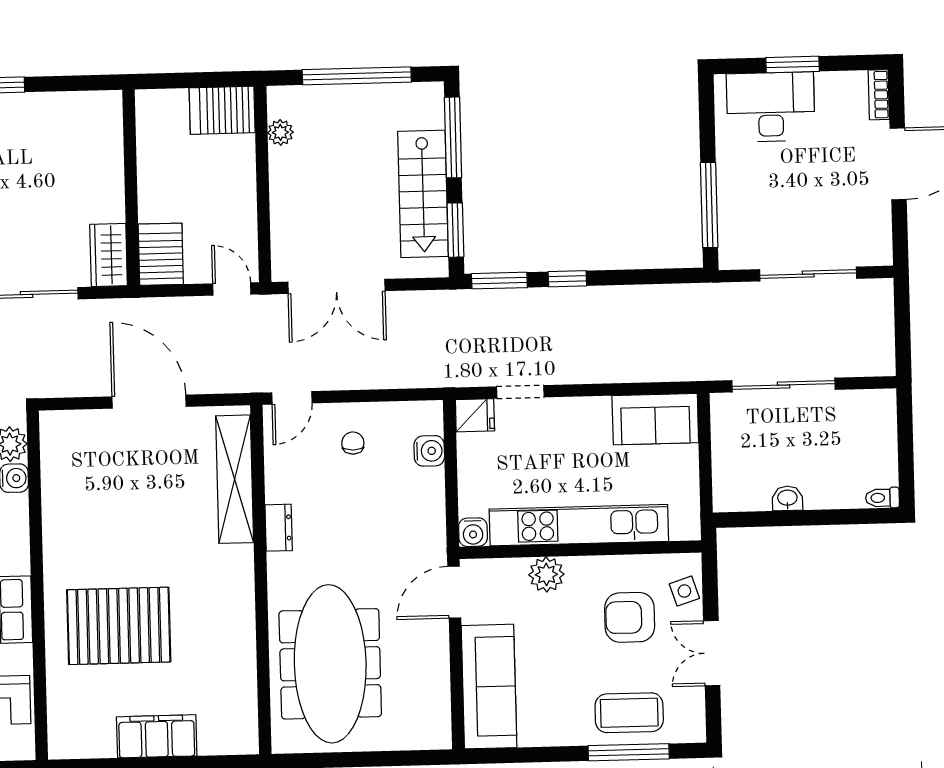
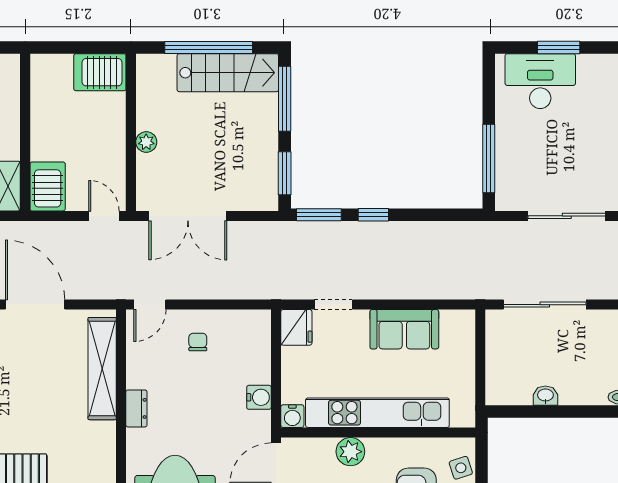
plant: (280, 132) -> (146, 142), moved
stairs: (423, 194) -> (228, 73), moved, turned -90
fridge: (475, 415) -> (296, 327), width x1.38
sofa: (655, 419) -> (404, 329), moved
water cooler: (429, 451) -> (259, 397), moved

